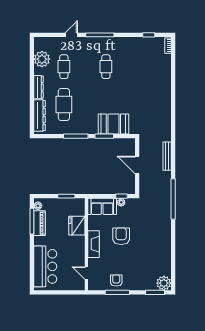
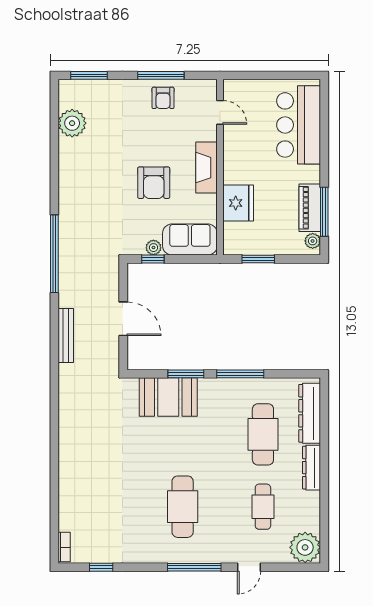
plant: (42, 59) -> (305, 547), moved
cafe table: (106, 67) -> (183, 507), width x1.37, depth x1.35
plant: (164, 283) -> (72, 123), moved

